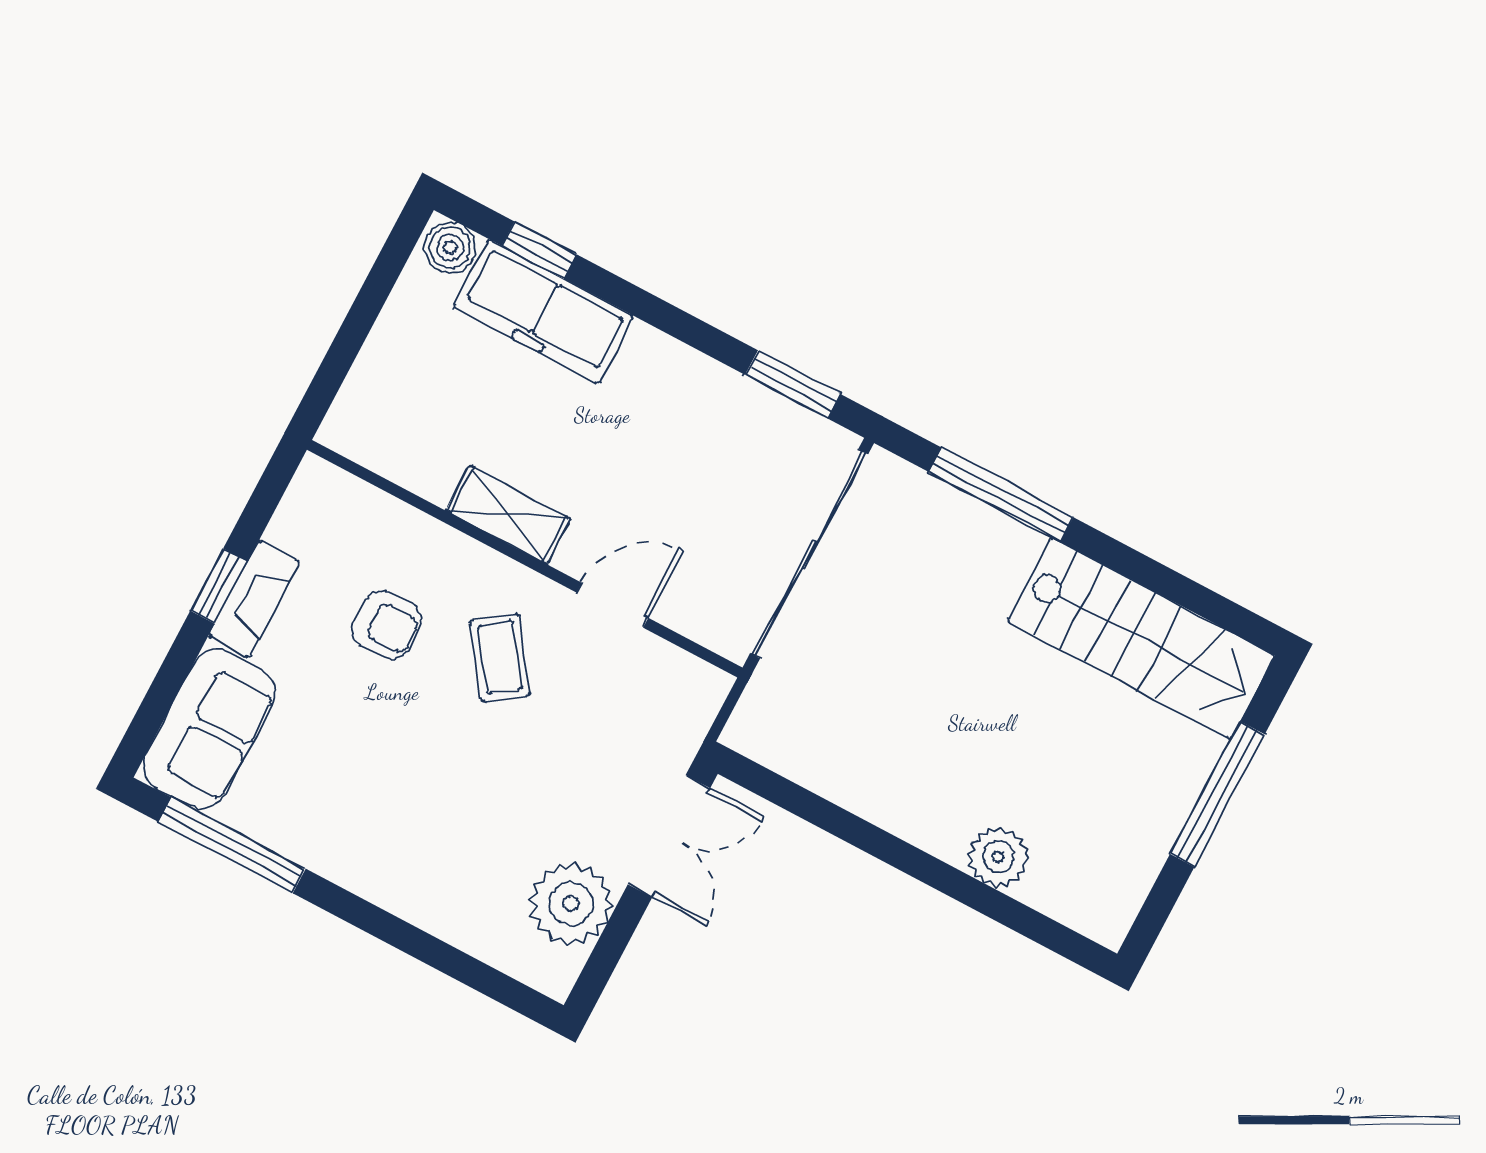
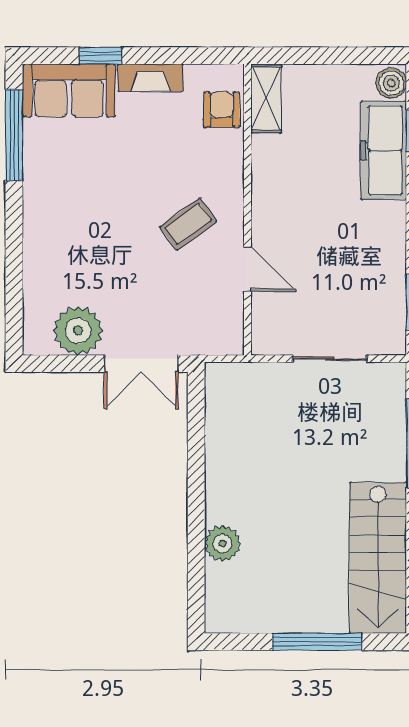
shelving: (508, 515) -> (266, 99), moved
sliding door: (809, 554) -> (330, 359), width x0.54
window: (219, 586) -> (101, 56), moved
armchair: (386, 625) -> (222, 110), moved, turned 180

